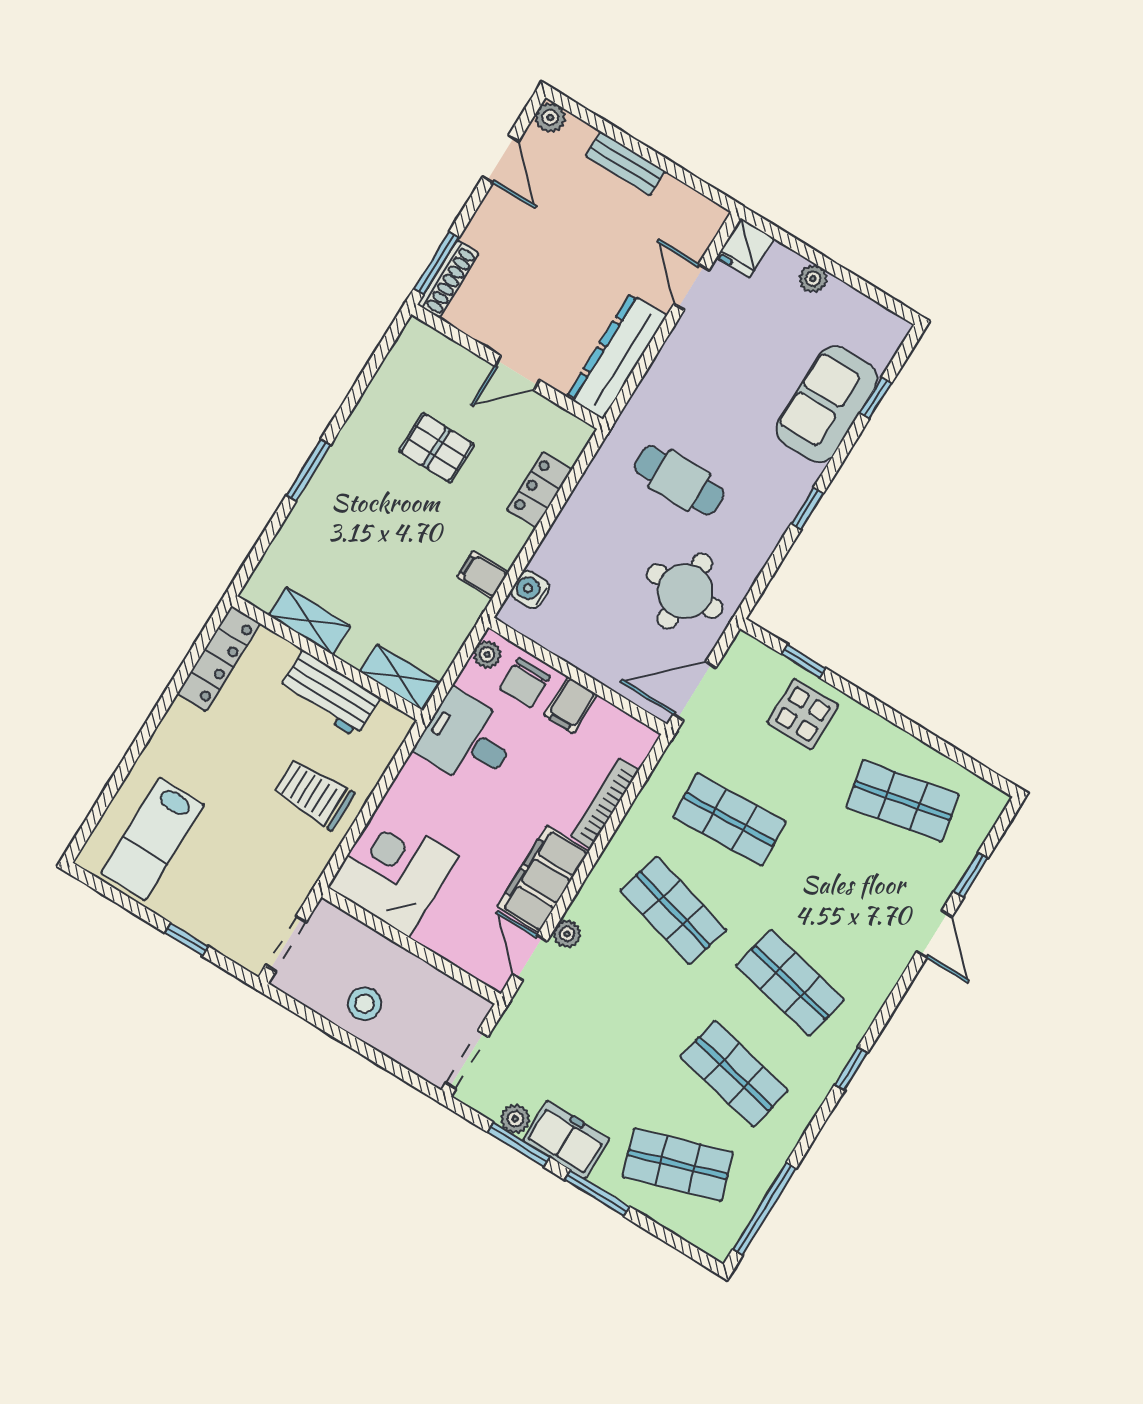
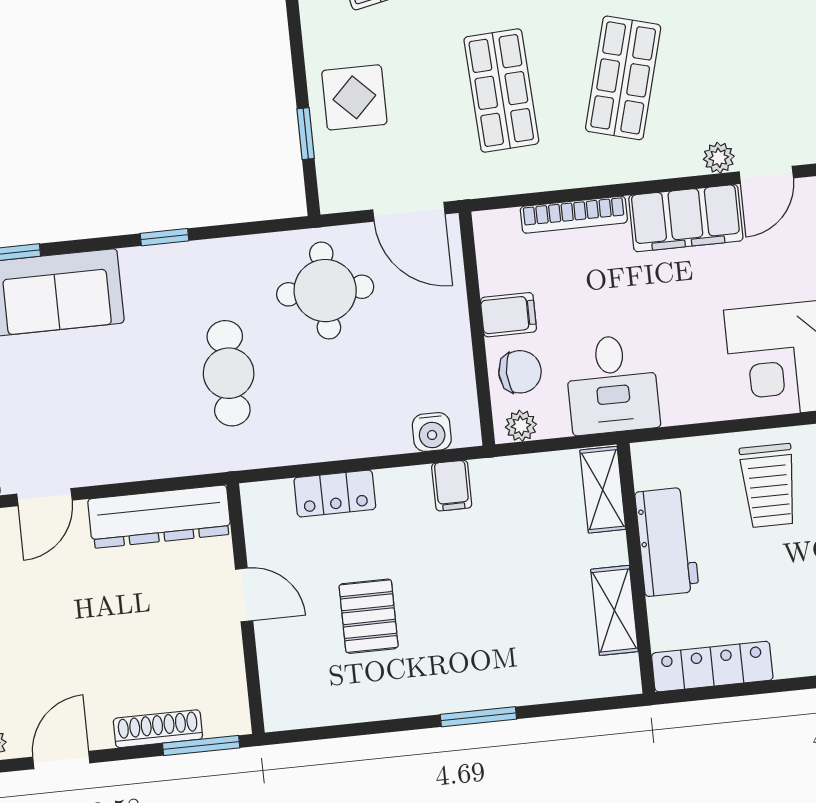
shoe rack: (448, 279) -> (158, 729), moved

